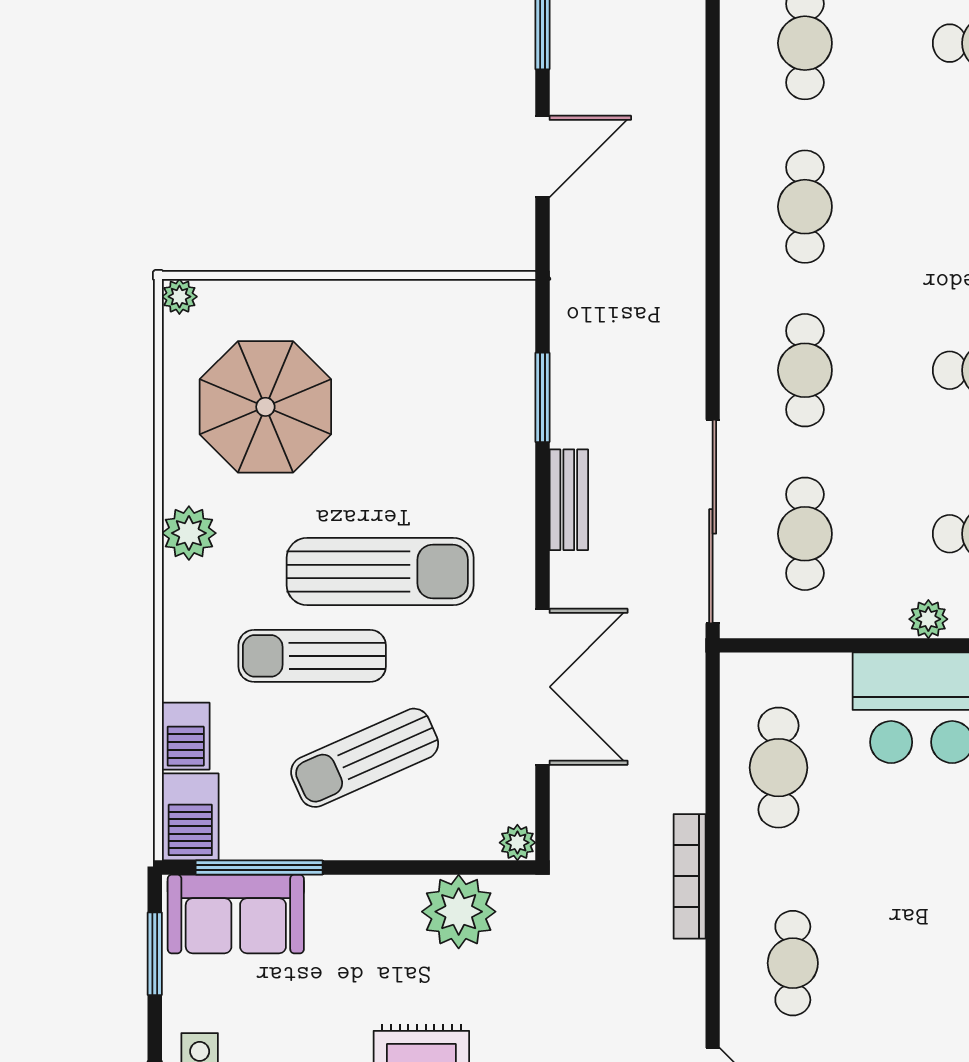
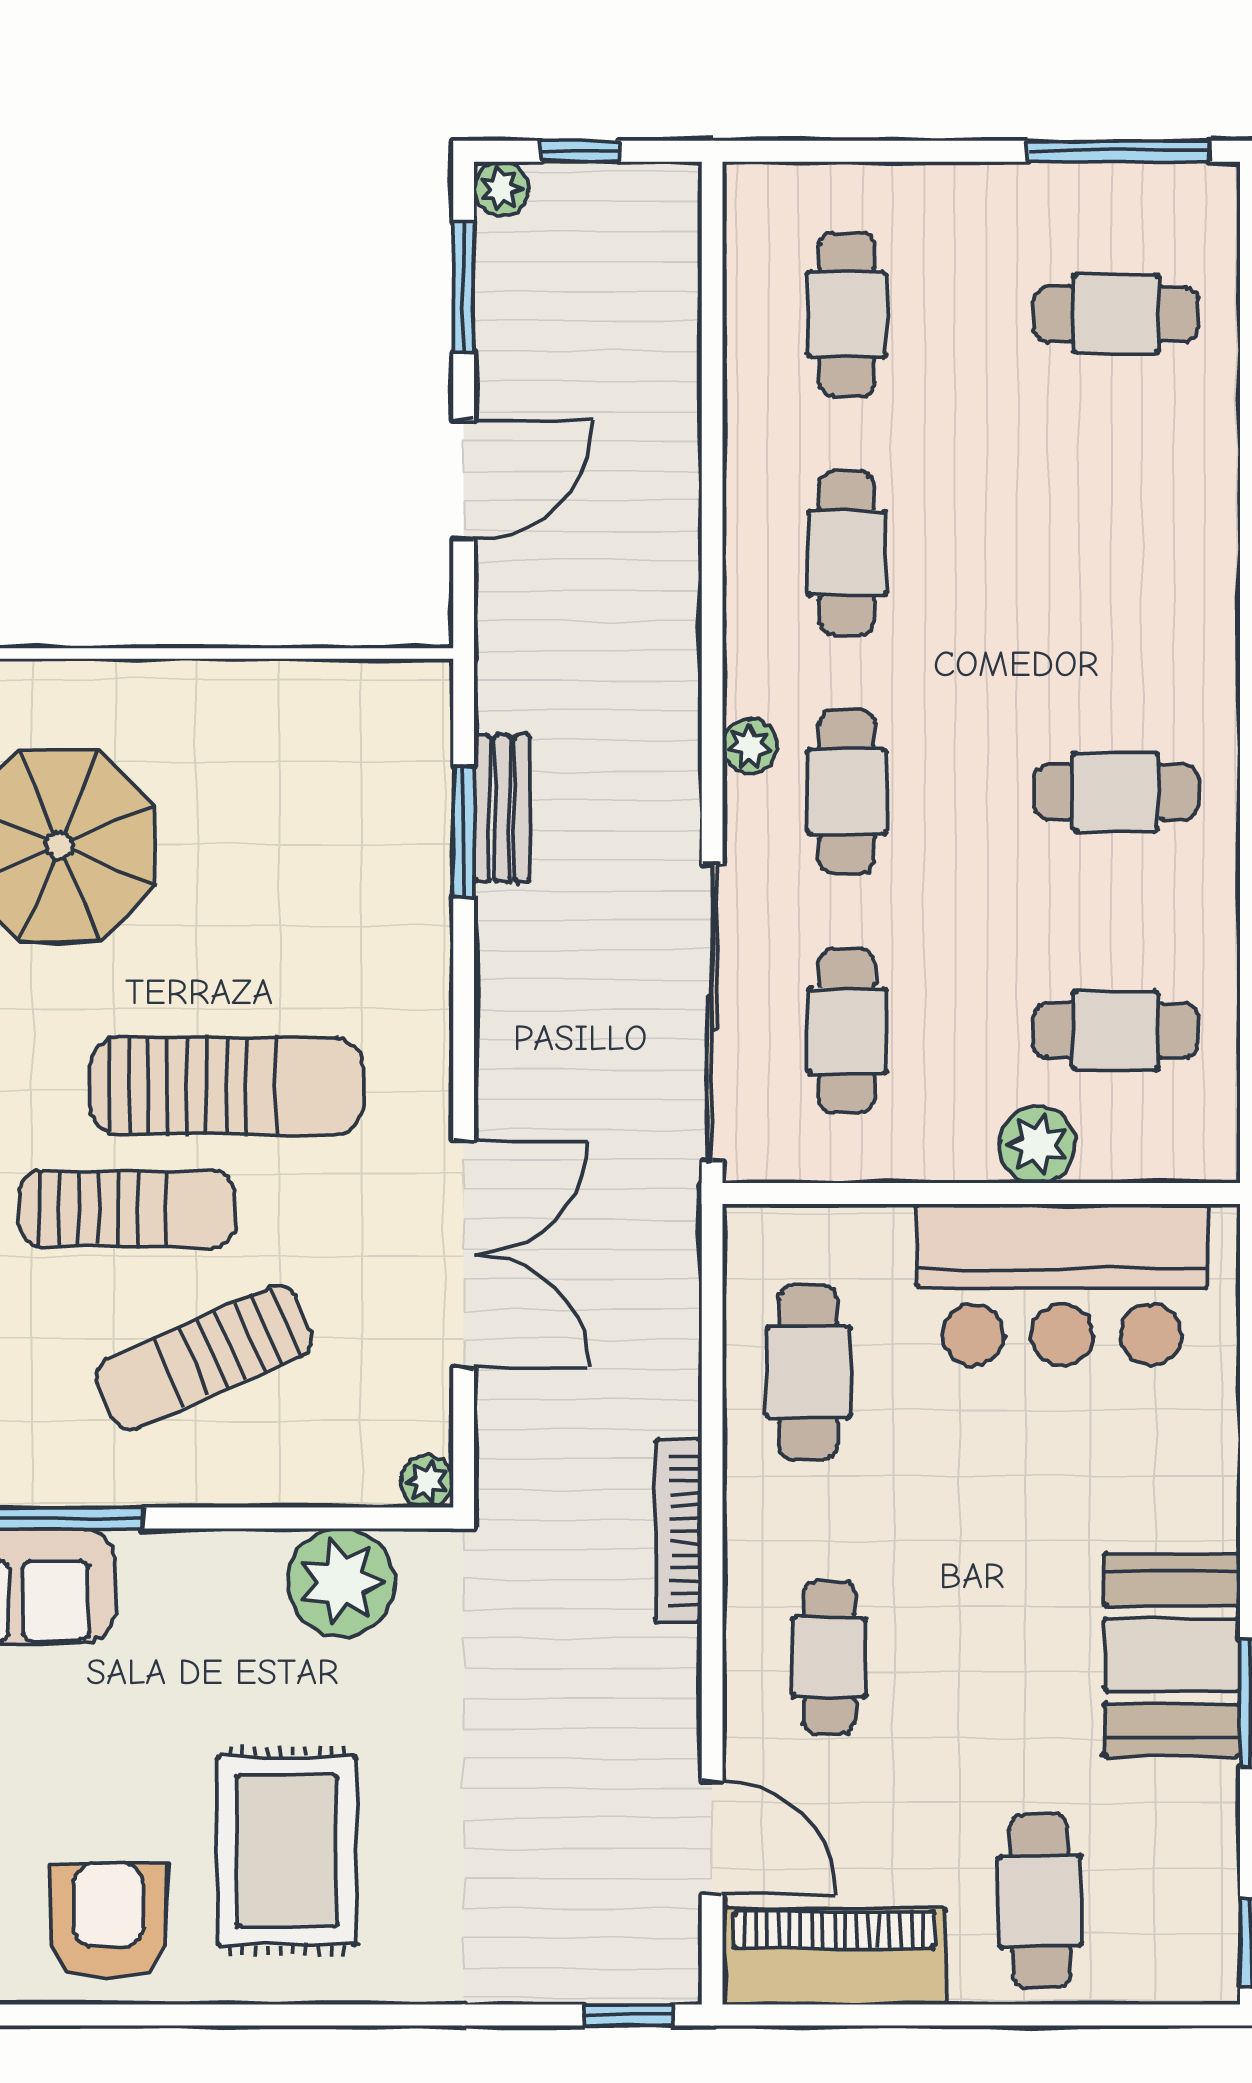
plant: (738, 339) -> (750, 746), added
bench: (569, 500) -> (502, 808), moved
plant: (928, 619) -> (1038, 1145), width x1.38, depth x1.38
sun lounger: (312, 656) -> (127, 1209), turned 180

